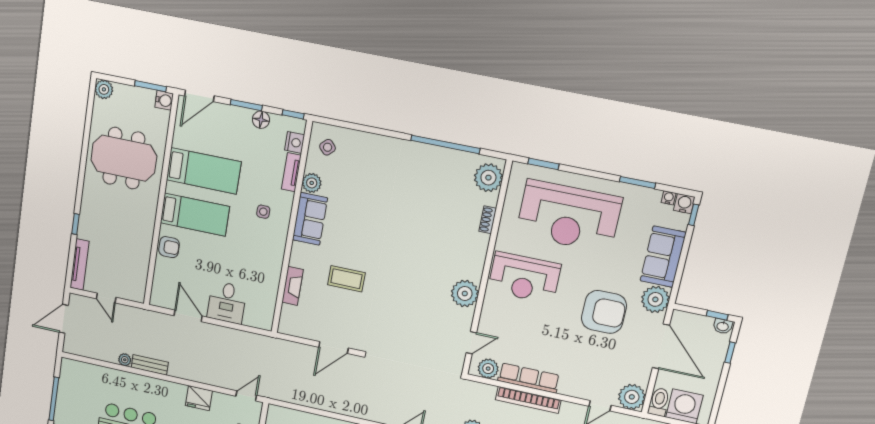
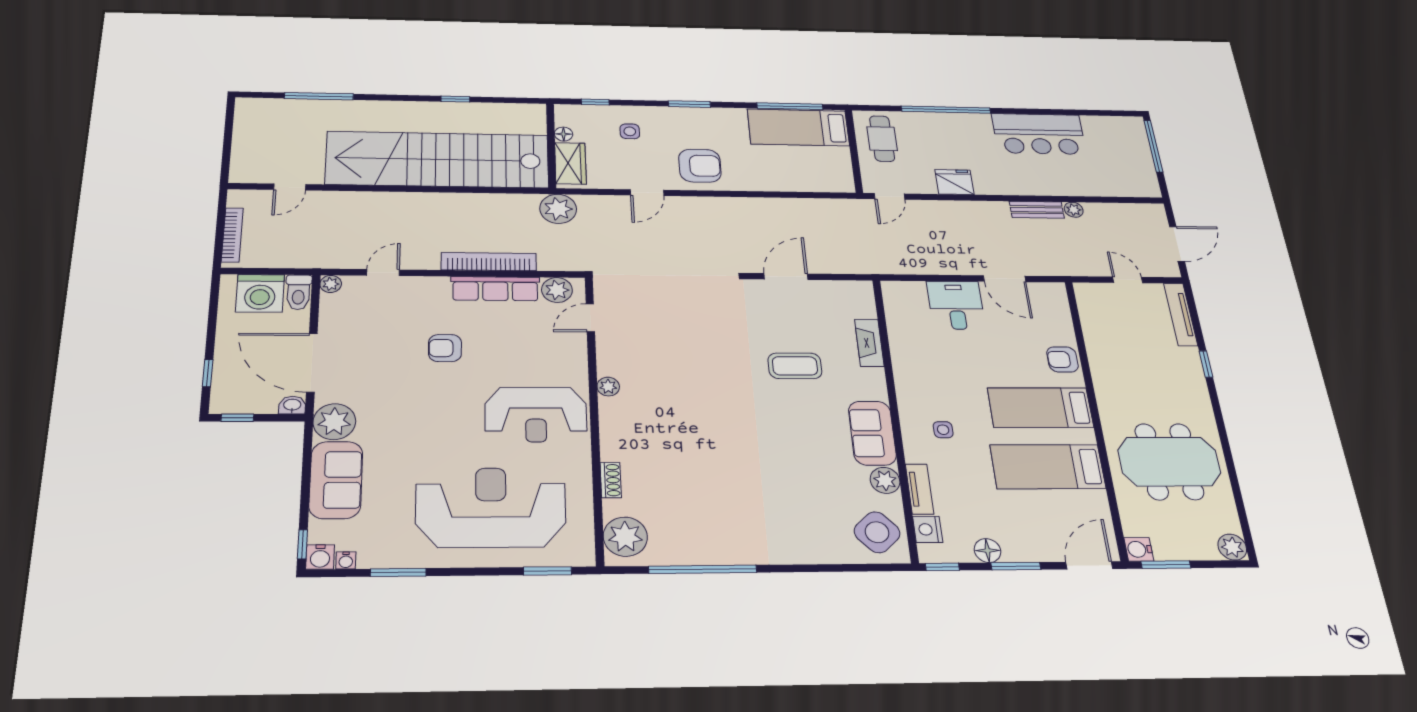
side table: (328, 147) -> (877, 532), width x1.87, depth x1.87
reception desk: (524, 278) -> (536, 415), turned 180
plant: (465, 293) -> (608, 387), width x0.53, depth x0.53
armchair: (604, 312) -> (445, 348), moved, width x0.53, depth x0.53
washbasin: (723, 326) -> (292, 405), moved
plant: (632, 397) -> (331, 284), width x0.53, depth x0.53

